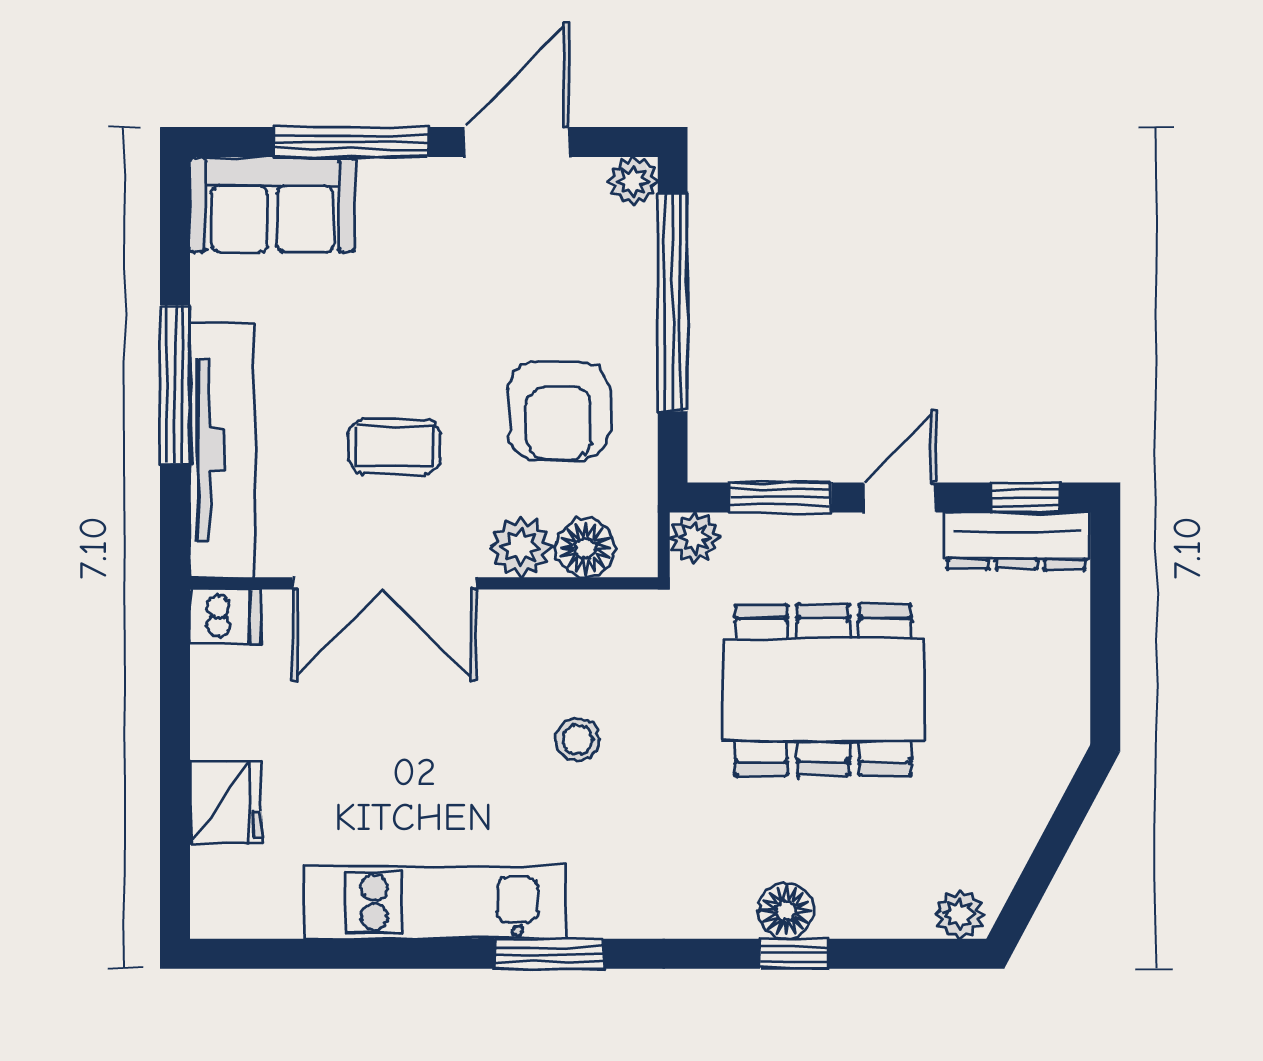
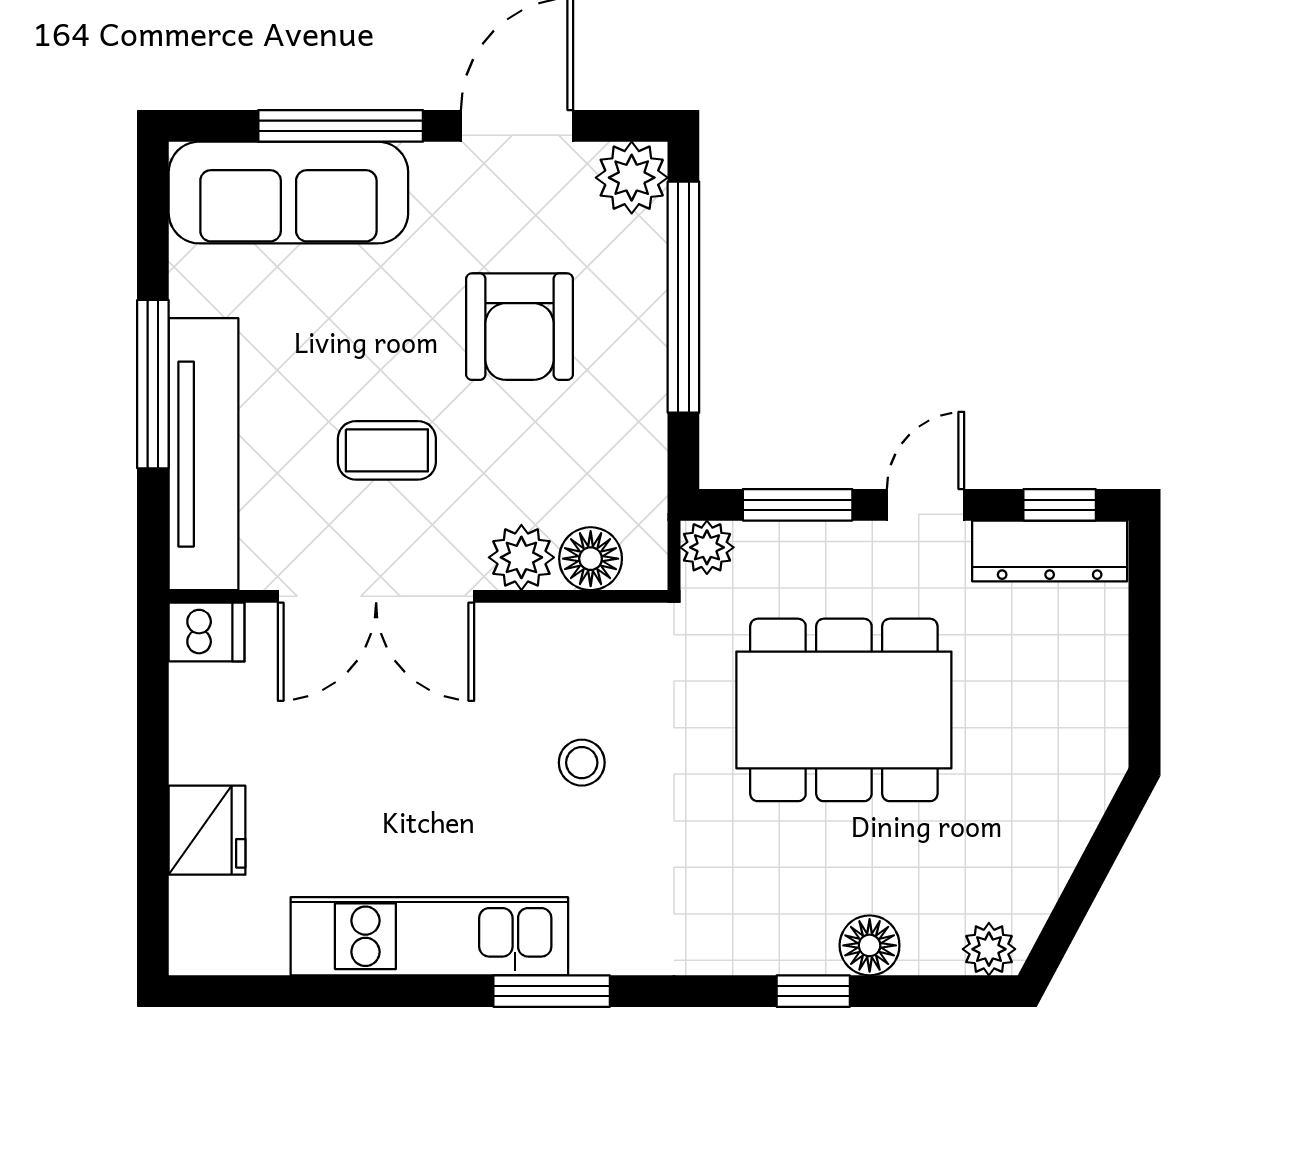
plant: (633, 181) -> (632, 178), width x1.38, depth x1.38
sofa: (272, 205) -> (288, 193), width x1.36
armchair: (559, 411) -> (520, 327), moved
floor lamp: (786, 911) -> (870, 945), moved

